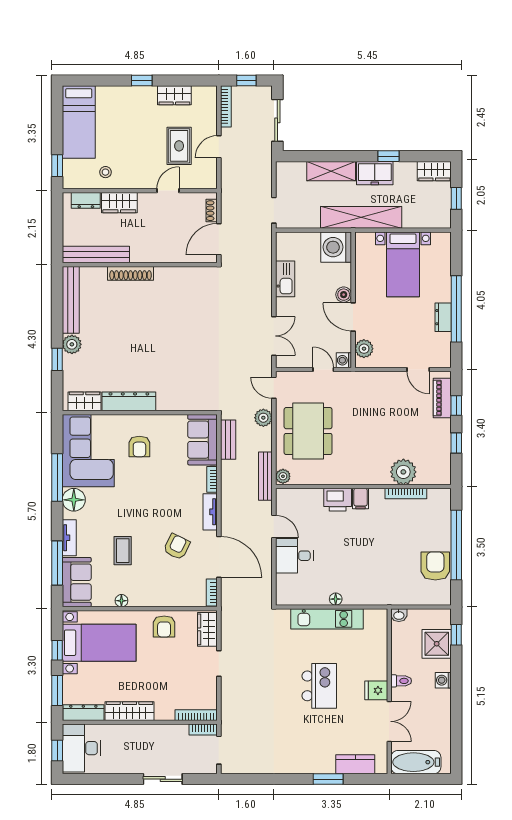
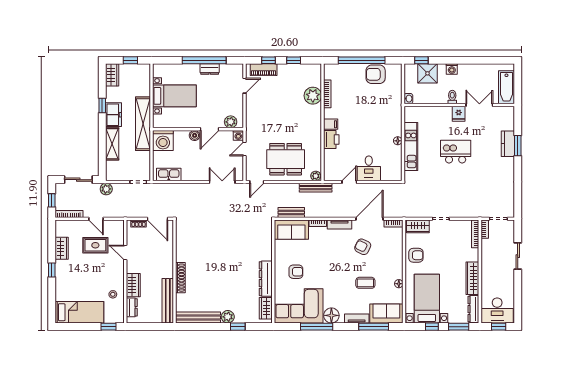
kitchen sink: (285, 279) -> (169, 174), moved
plant: (263, 418) -> (106, 189), moved
kitchen counter: (355, 764) -> (508, 144), moved

